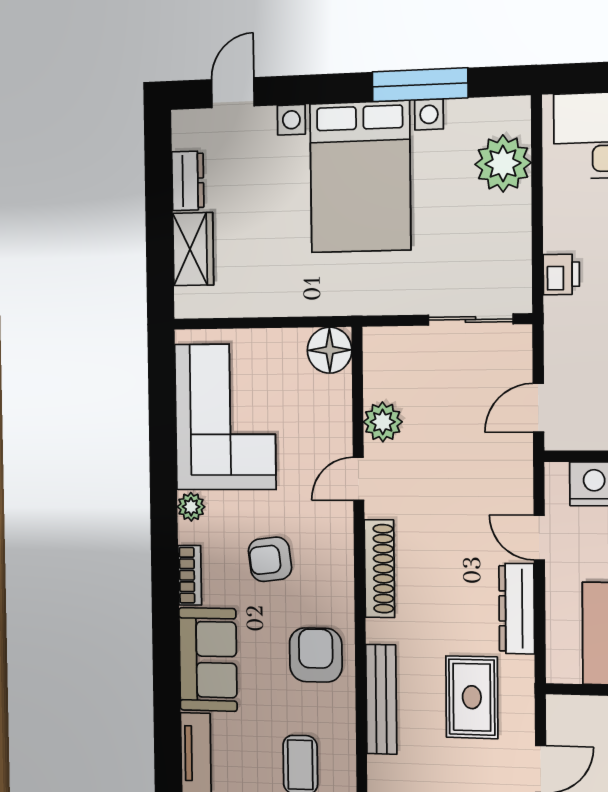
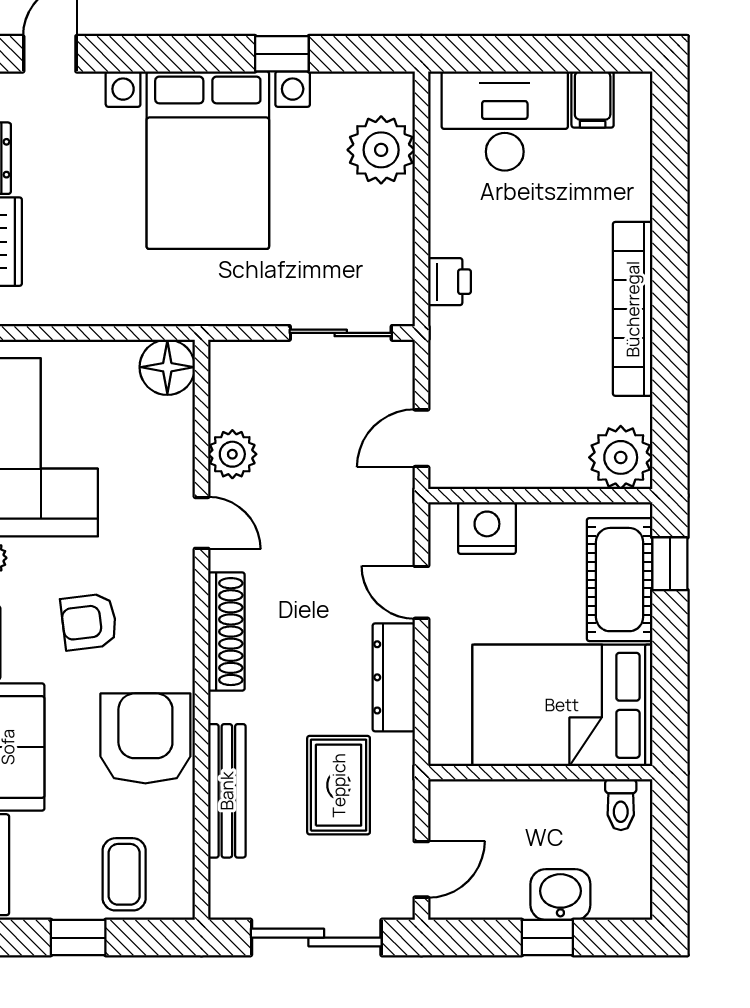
window: (420, 85) -> (282, 54), width x0.46
door: (358, 479) -> (202, 523), swing flipped
armchair: (316, 655) -> (145, 738), width x1.36, depth x1.36

